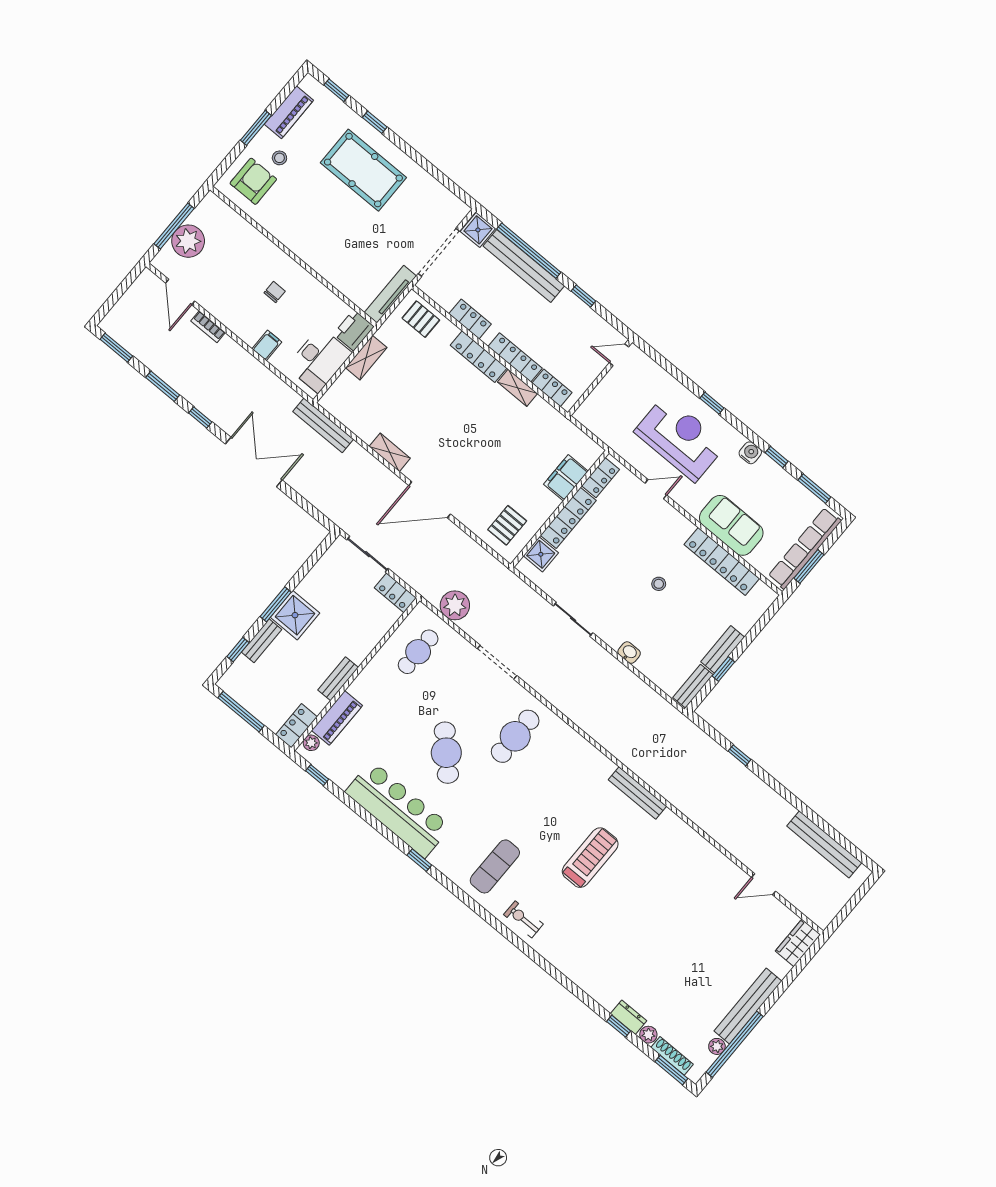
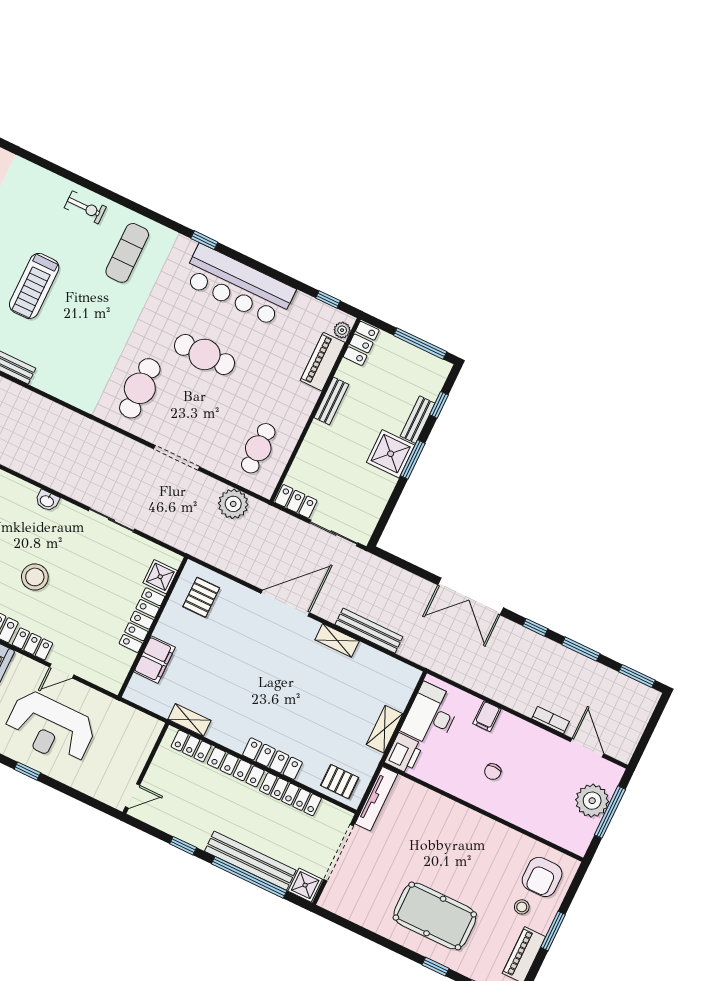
locker: (470, 319) -> (290, 794), width x1.53
shelving: (517, 388) -> (189, 720), moved
bench: (323, 425) -> (369, 631), moved
locker: (600, 478) -> (32, 644), moved, turned 90
stool: (659, 584) -> (35, 577), width x1.89, depth x1.89
cafe table: (446, 753) -> (204, 354), turned -46

